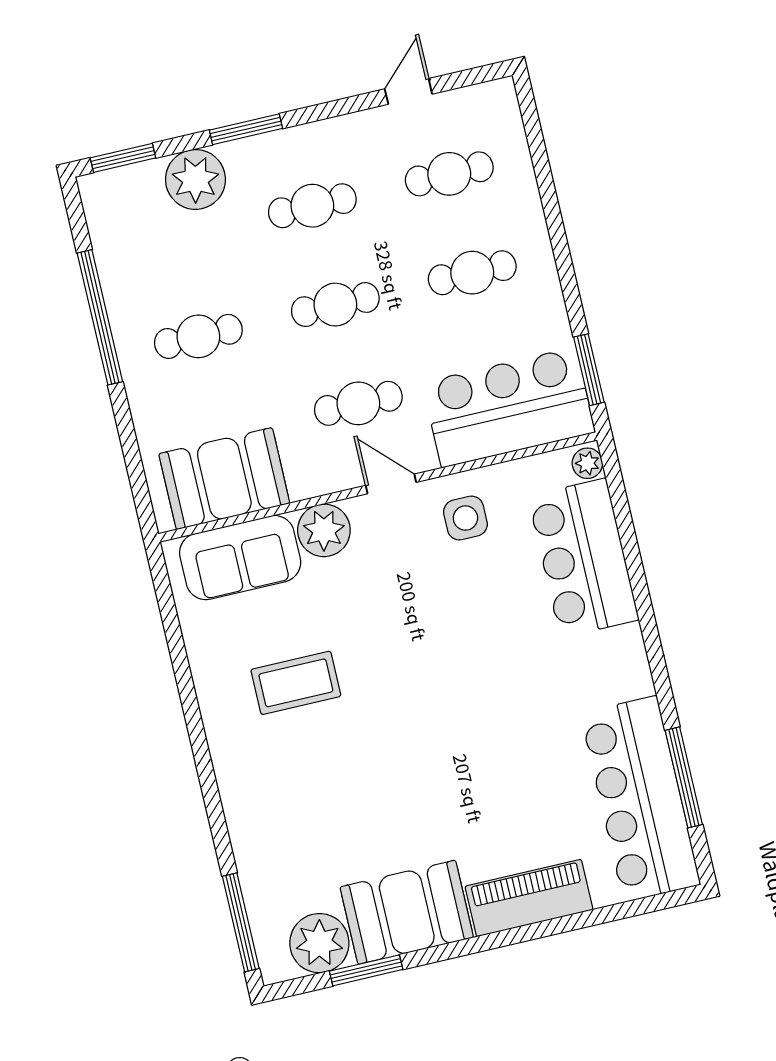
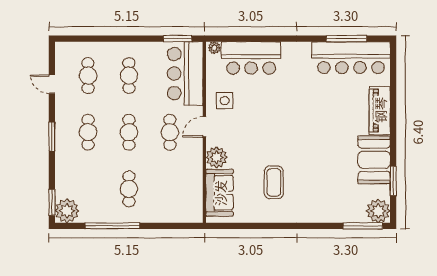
window: (246, 129) -> (52, 136), moved
plant: (195, 179) -> (67, 211), moved
booth: (224, 479) -> (187, 192), removed
plant: (319, 943) -> (378, 211), moved

